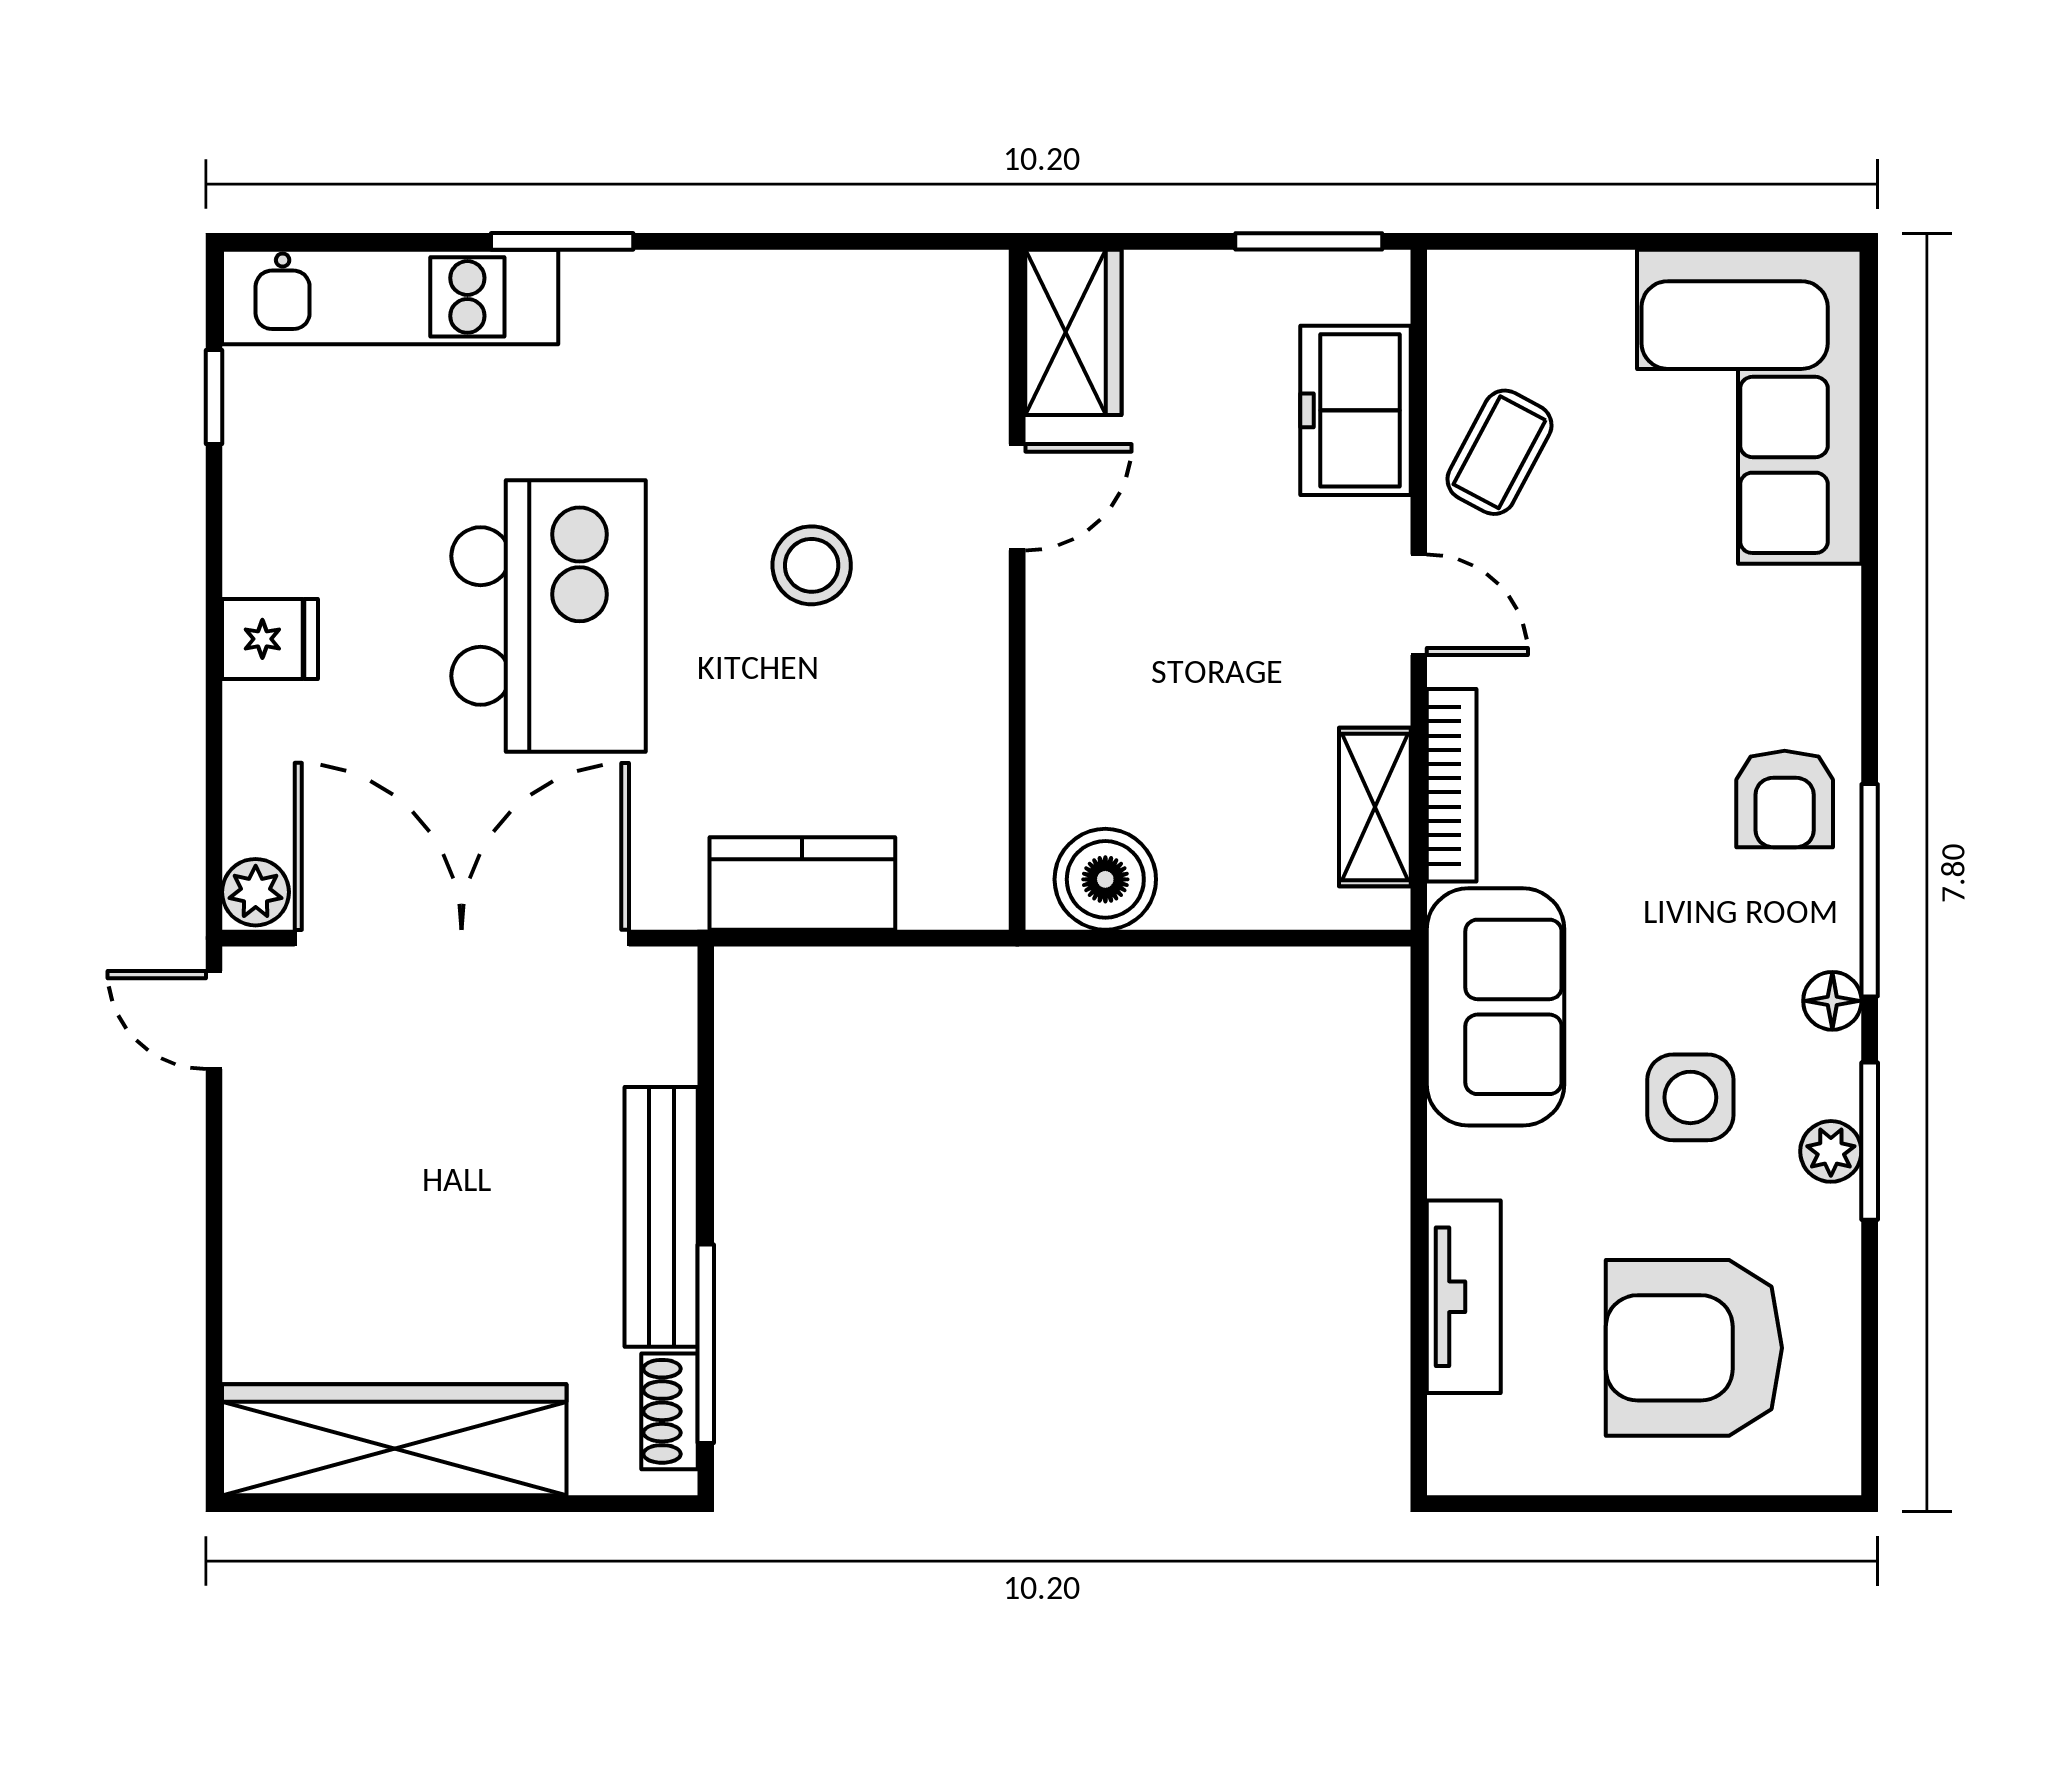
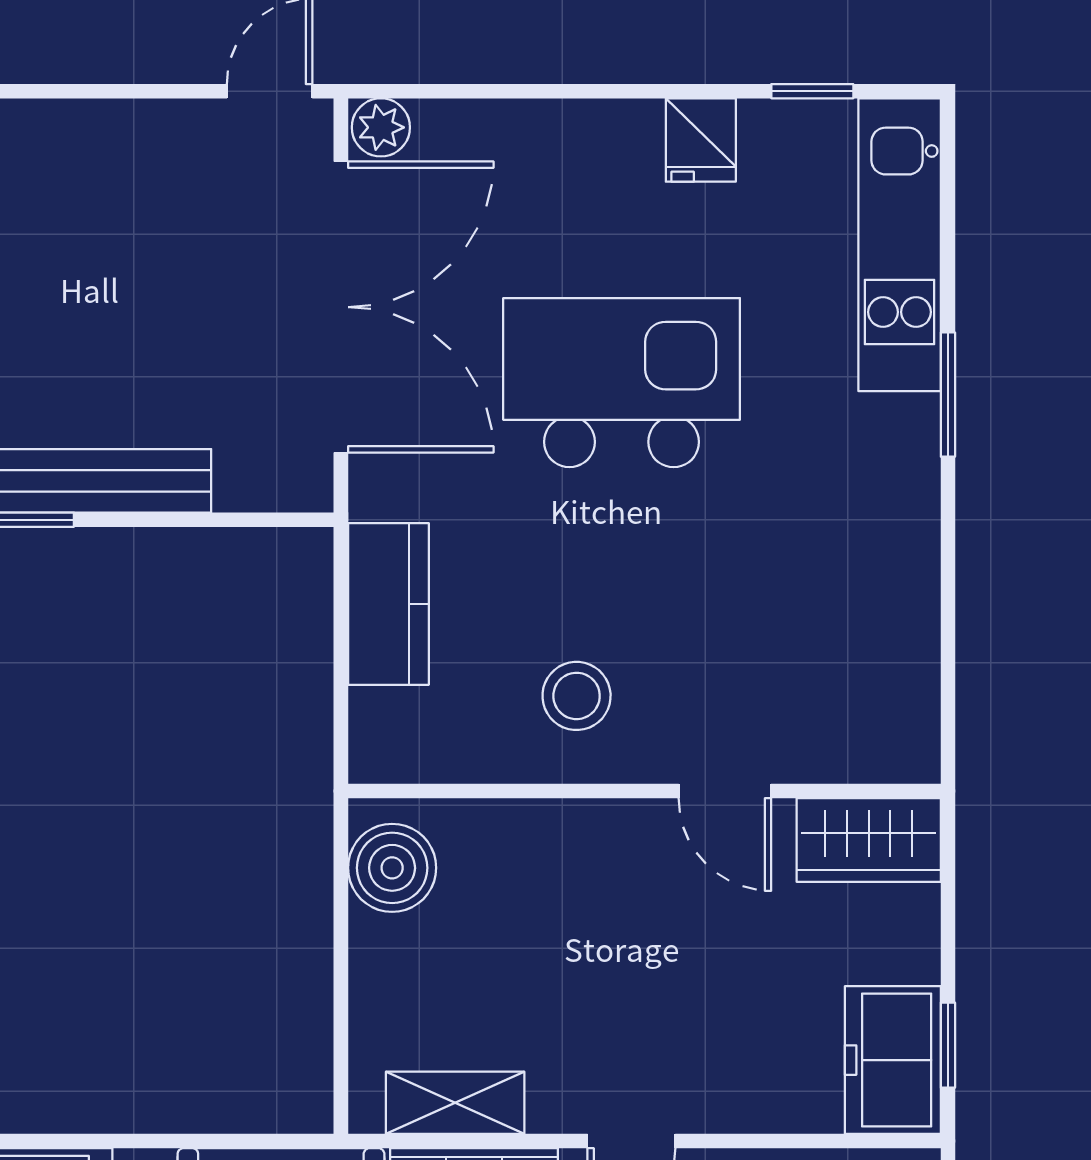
window: (1309, 241) -> (948, 1045), width x0.67
freezer: (1356, 410) -> (893, 1060), moved, turned -90
stool: (812, 565) -> (577, 696), moved
kitchen island: (548, 616) -> (622, 383), turned 180
fridge: (270, 639) -> (701, 140), moved

